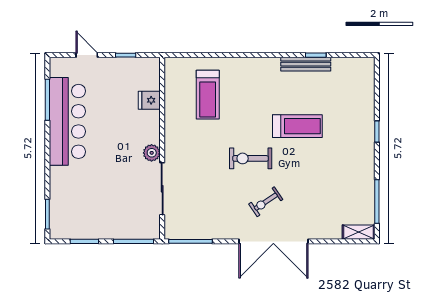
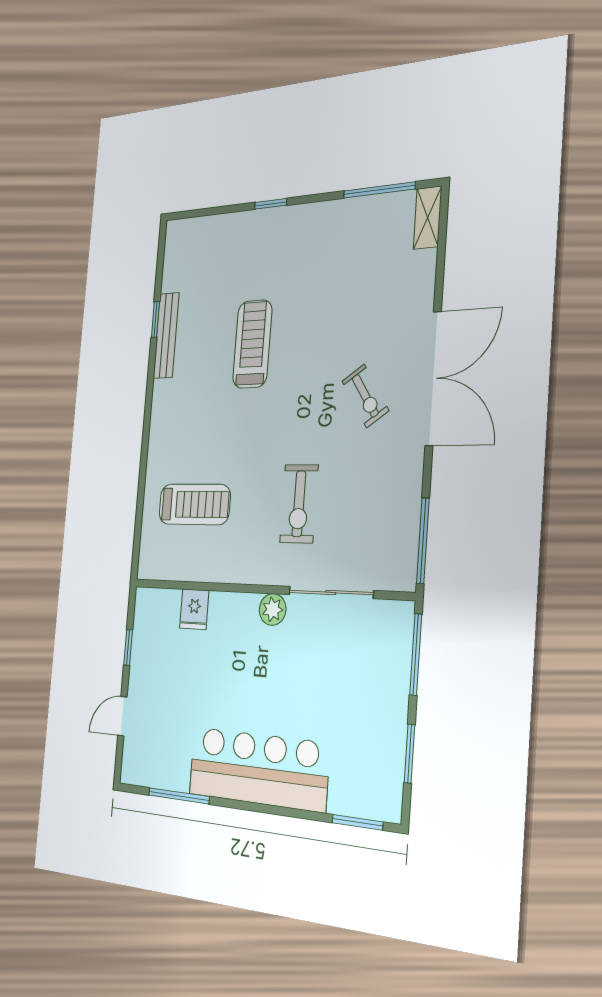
bar counter: (67, 121) -> (258, 769), moved
exercise bike: (251, 158) -> (299, 504), moved

